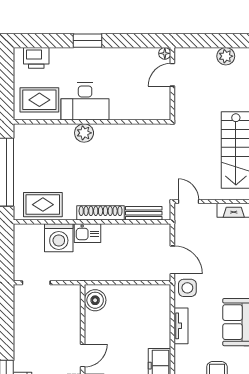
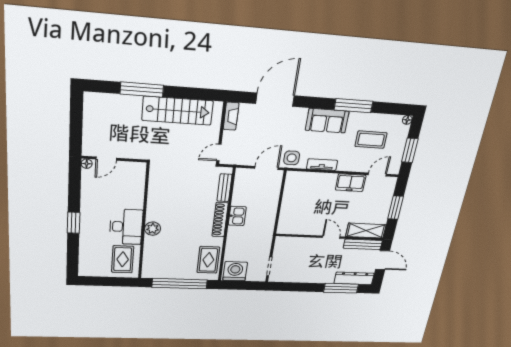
plant: (226, 56) -> (91, 113), removed
printer: (36, 58) -> (87, 260), removed
door: (172, 75) -> (106, 159), hinge flipped
kitchen sink: (87, 233) -> (237, 216), moved
washing machine: (59, 238) -> (235, 271), moved, turned -90
boiler: (95, 300) -> (290, 227), removed

